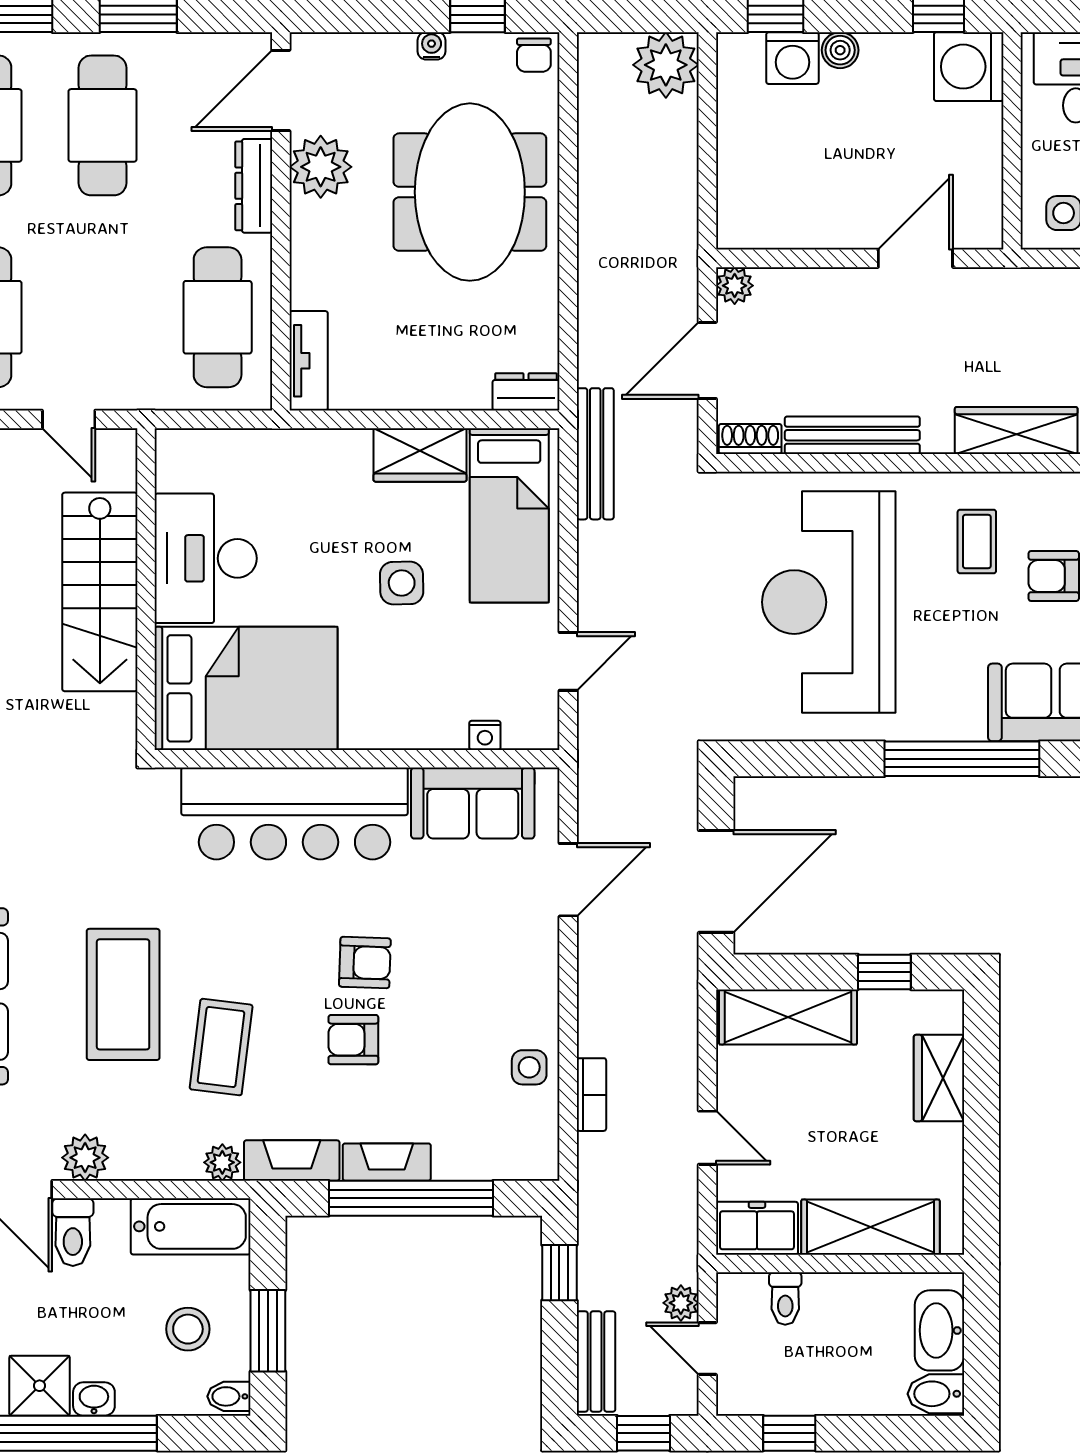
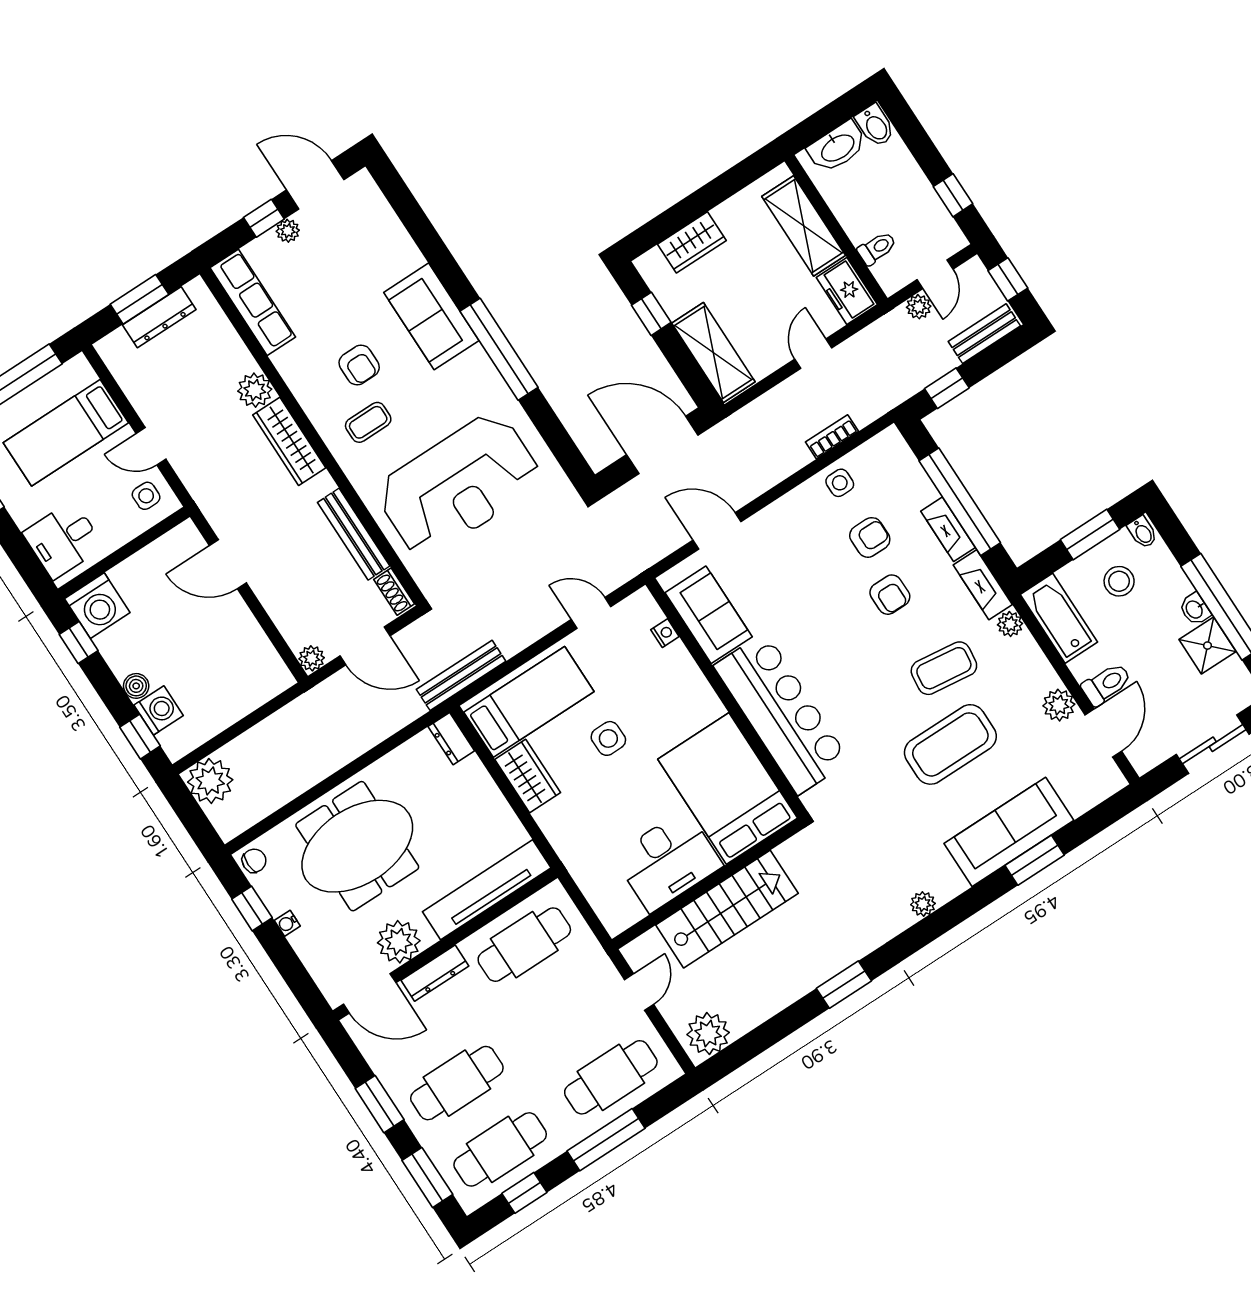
tv unit: (309, 361) -> (487, 890), width x1.92, depth x1.29
armchair: (365, 963) -> (870, 537), moved, turned 88

